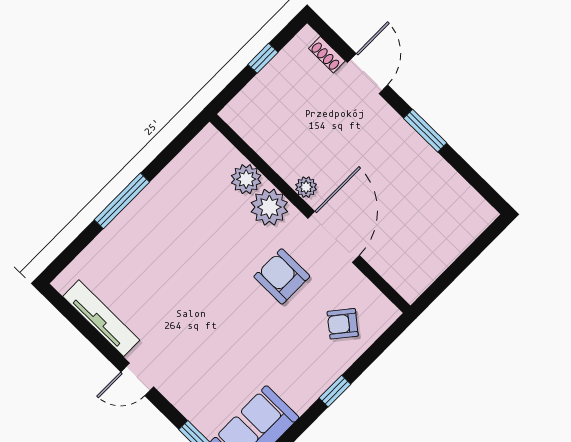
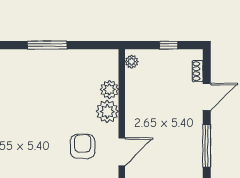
window: (425, 131) -> (207, 146), width x1.44
plant: (306, 187) -> (132, 62), moved
door: (334, 237) -> (122, 152), width x0.73

